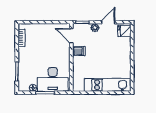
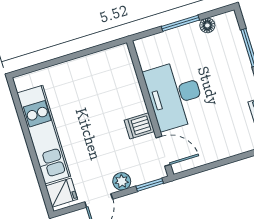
desk: (53, 79) -> (175, 95), moved, turned -90
kitchen unit: (108, 85) -> (44, 135), moved, turned -90

